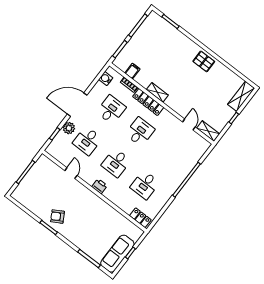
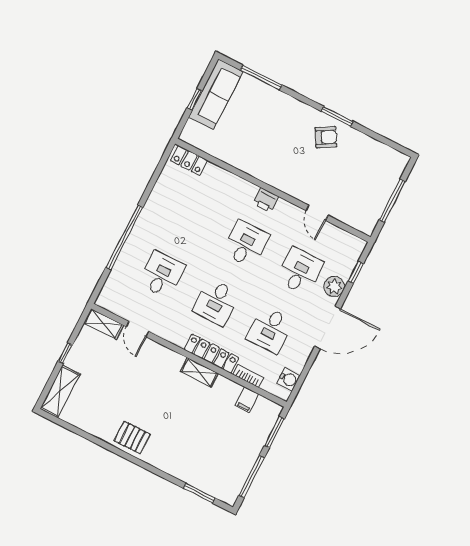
desk: (145, 185) -> (162, 274), moved

